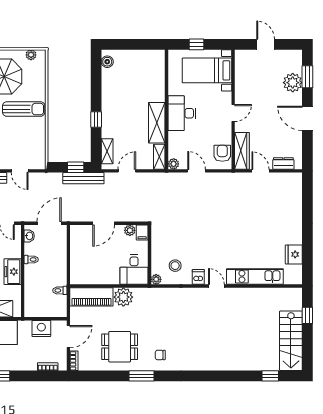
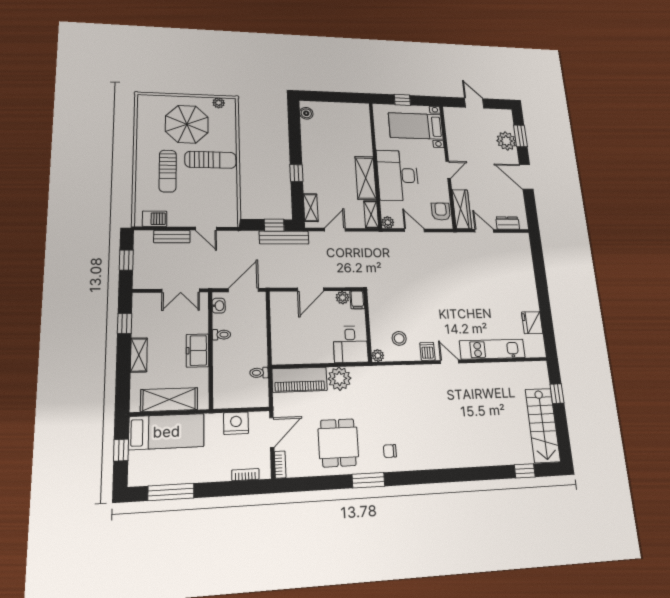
desk: (182, 113) -> (398, 175), width x1.36, depth x1.30
dining table: (120, 347) -> (338, 443), turned 90

